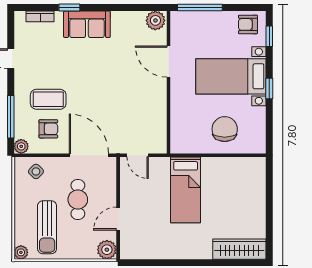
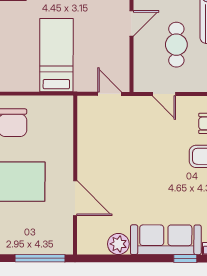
plant: (155, 20) -> (118, 244), moved
sofa: (87, 24) -> (166, 240), width x1.36
door: (89, 155) -> (164, 94), width x0.53

